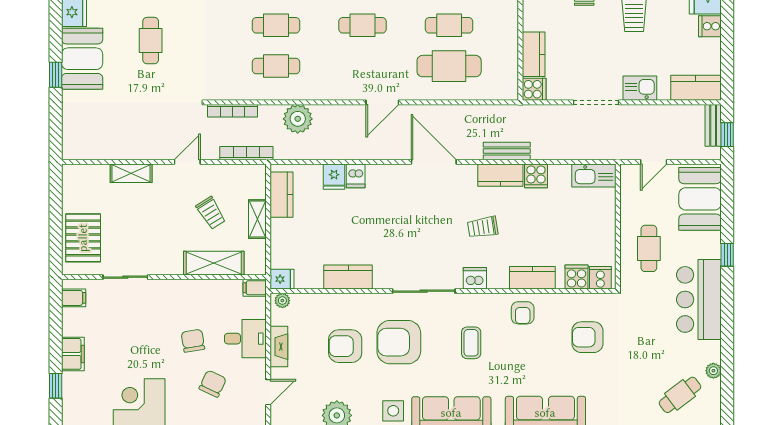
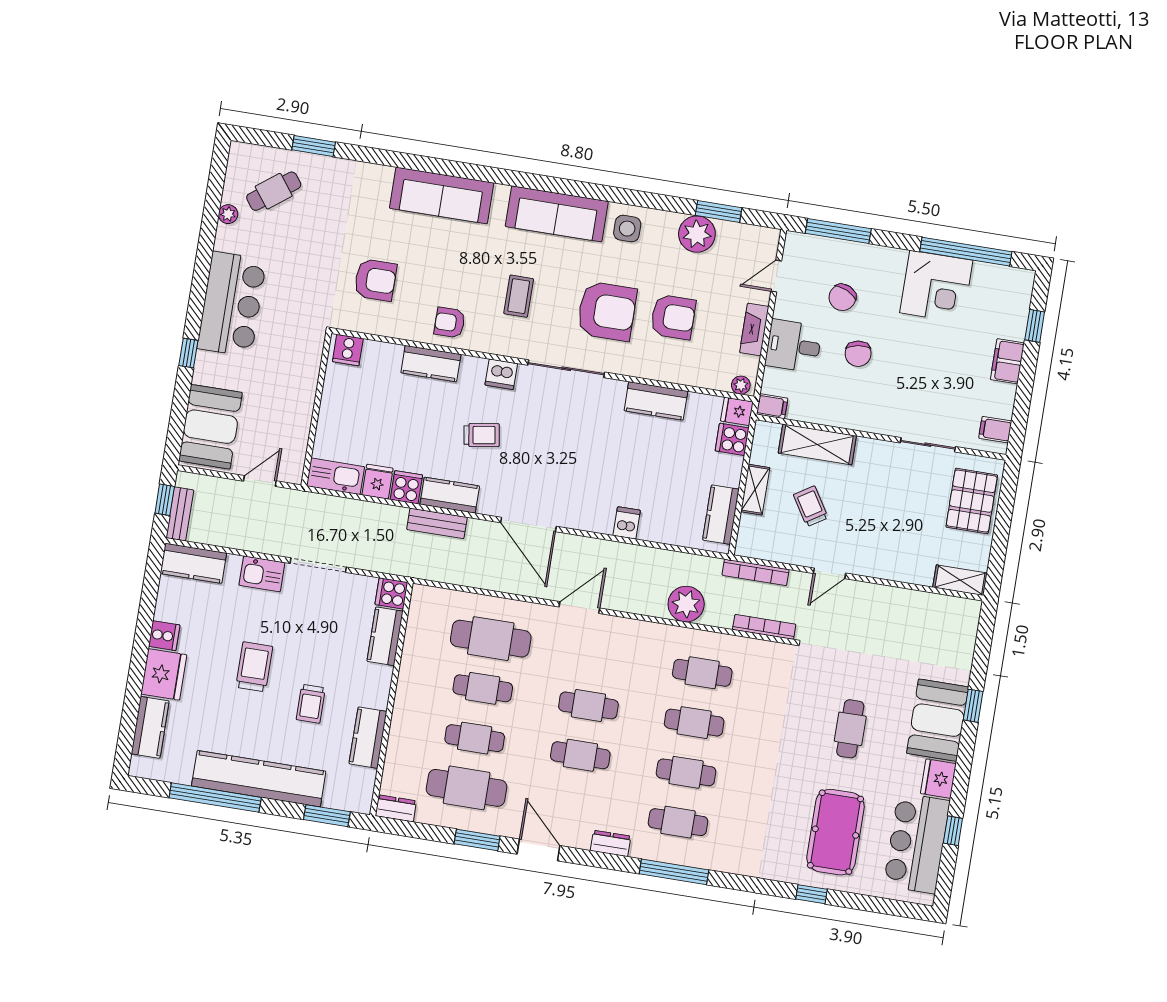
shelving: (131, 173) -> (960, 580), moved
fridge: (334, 177) -> (378, 482), moved
cafe table: (649, 248) -> (283, 376), removed
cooker: (577, 277) -> (732, 439), moved, turned 90
armchair: (523, 313) -> (450, 323), turned -90

